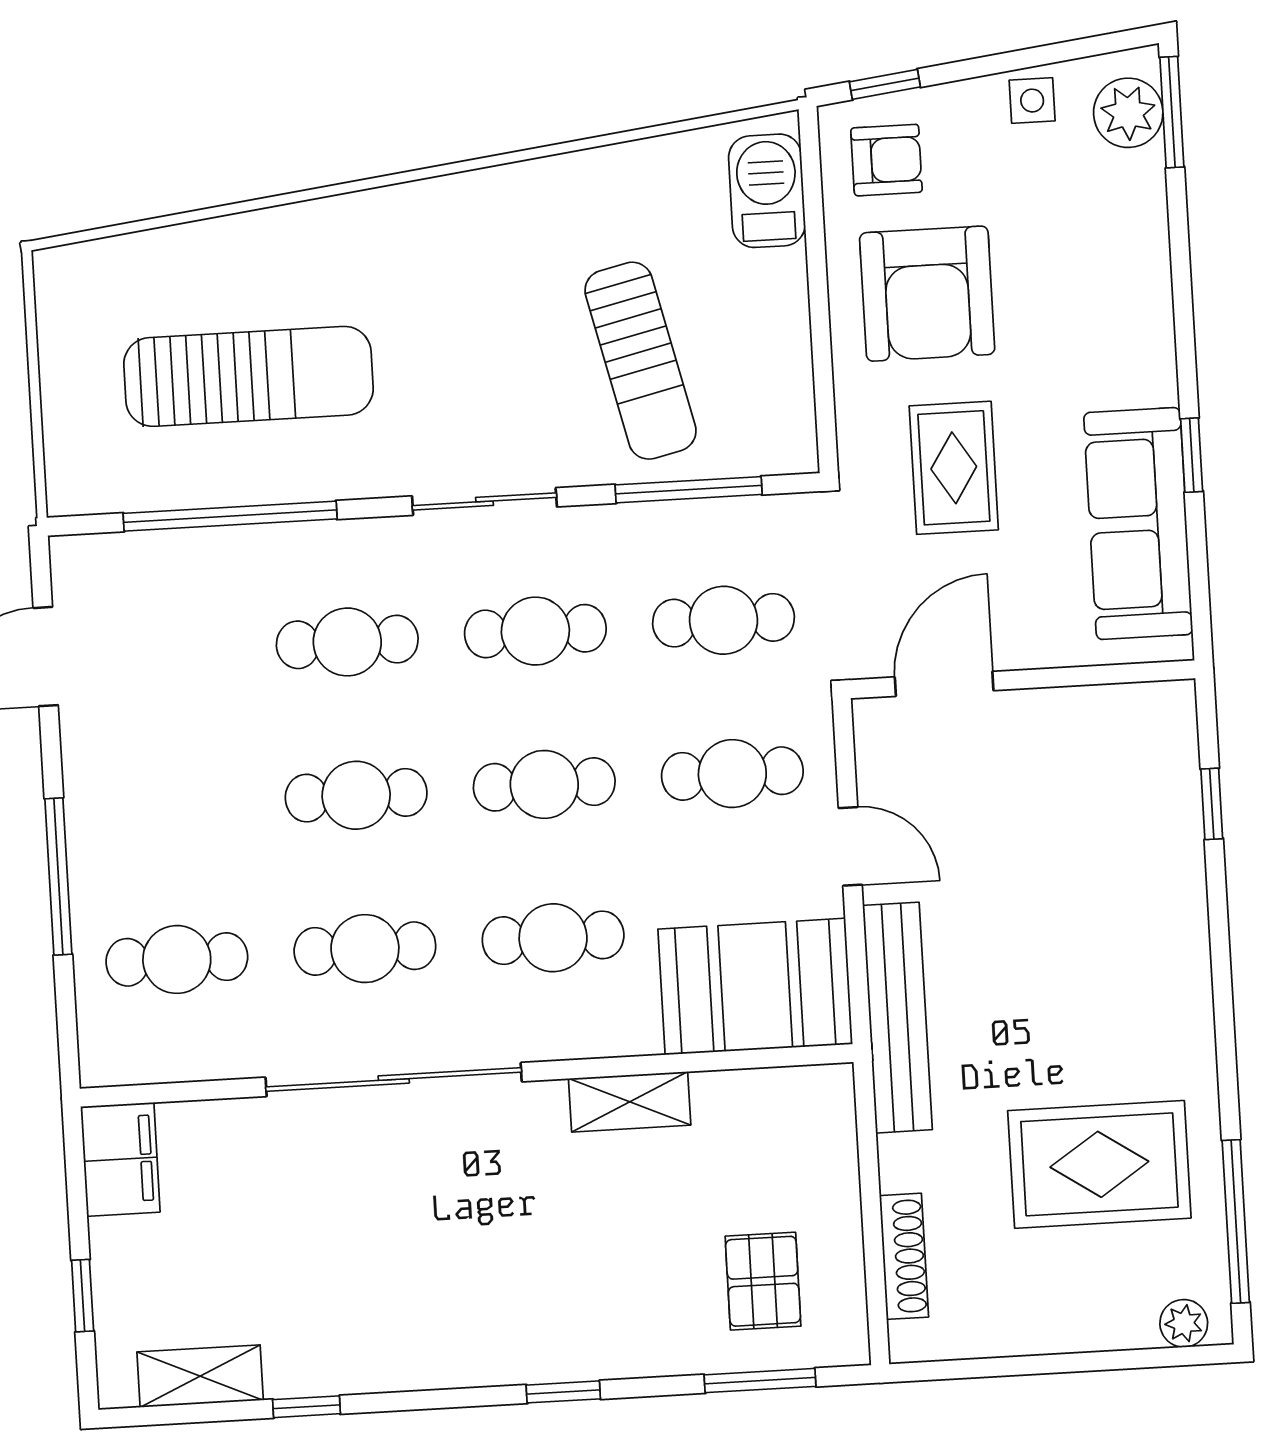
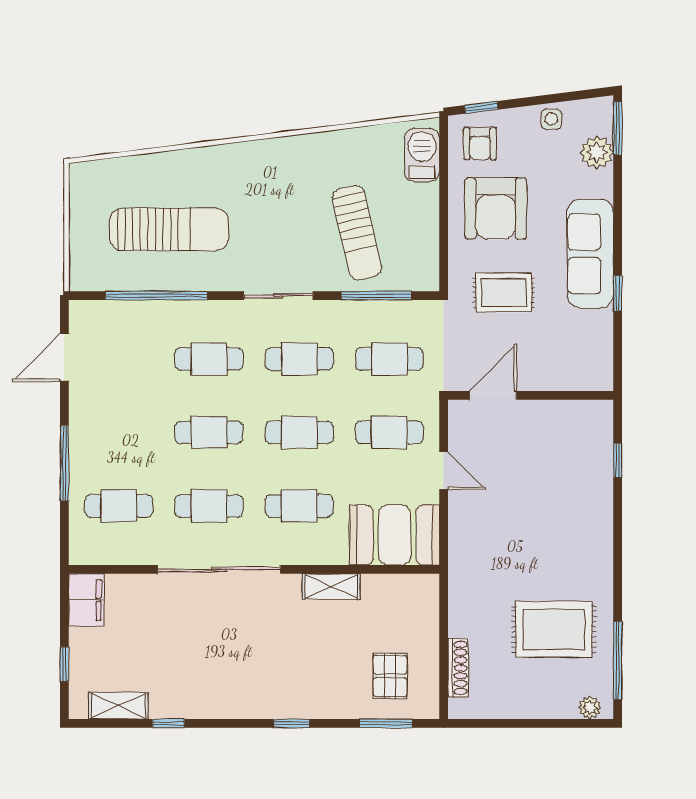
plant: (1128, 113) -> (597, 152), moved
armchair: (887, 160) -> (480, 144), turned 90
rug: (954, 468) -> (504, 292), turned 90
sofa: (1138, 524) -> (590, 254), moved
bench: (897, 1018) -> (462, 554), removed

